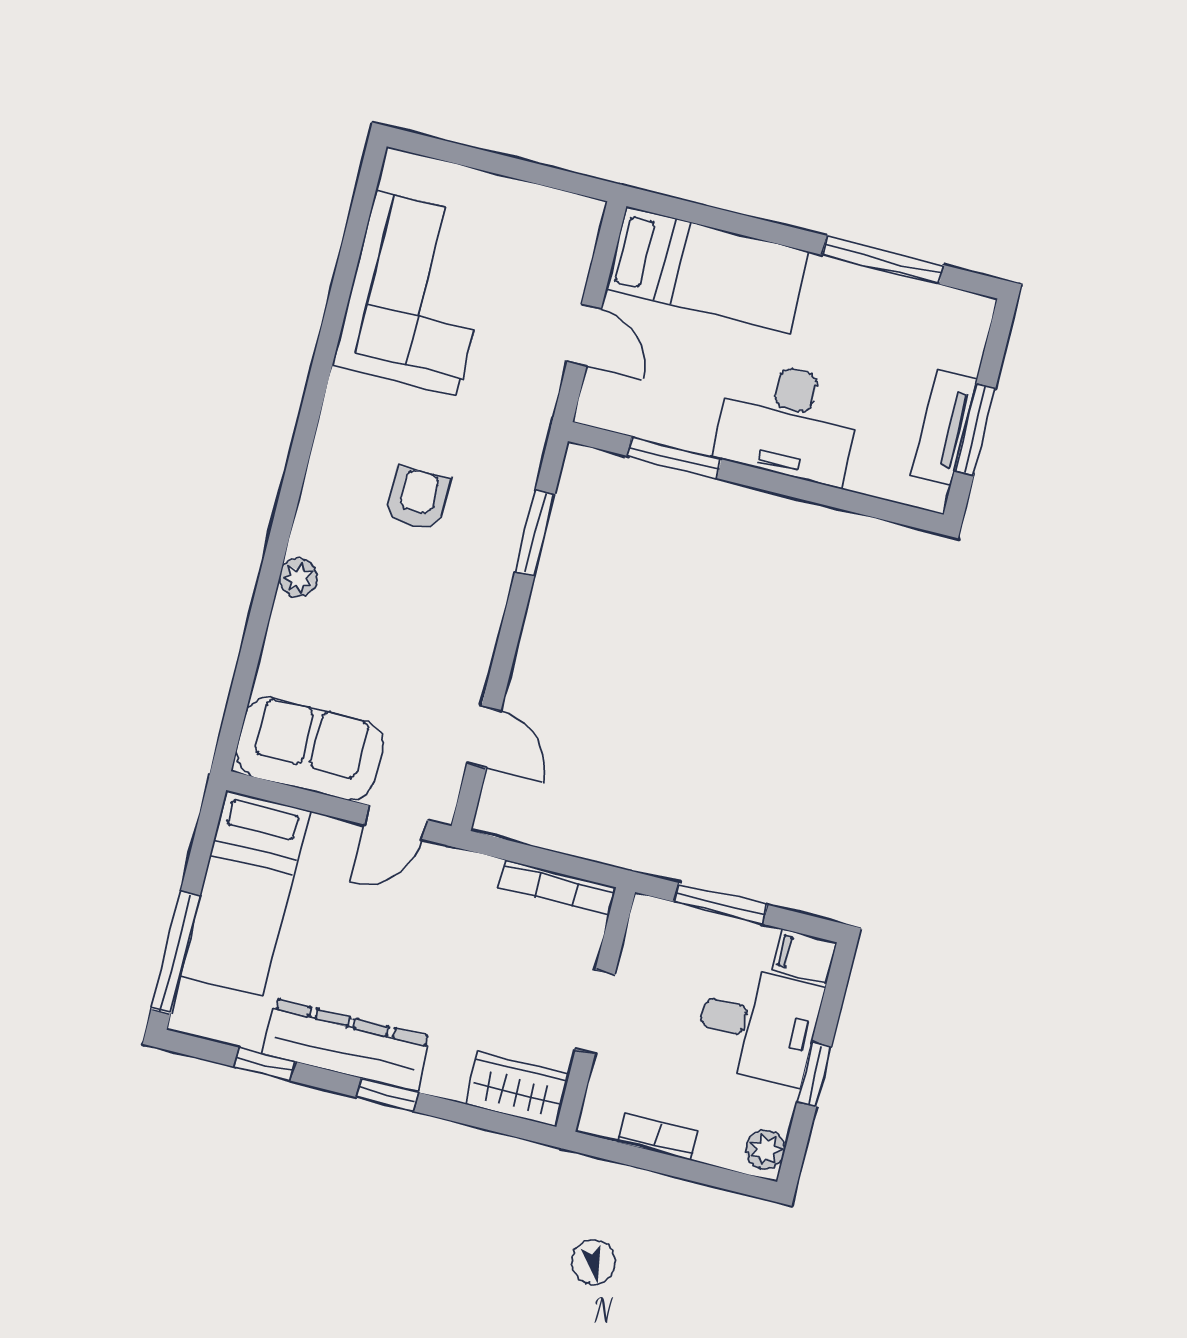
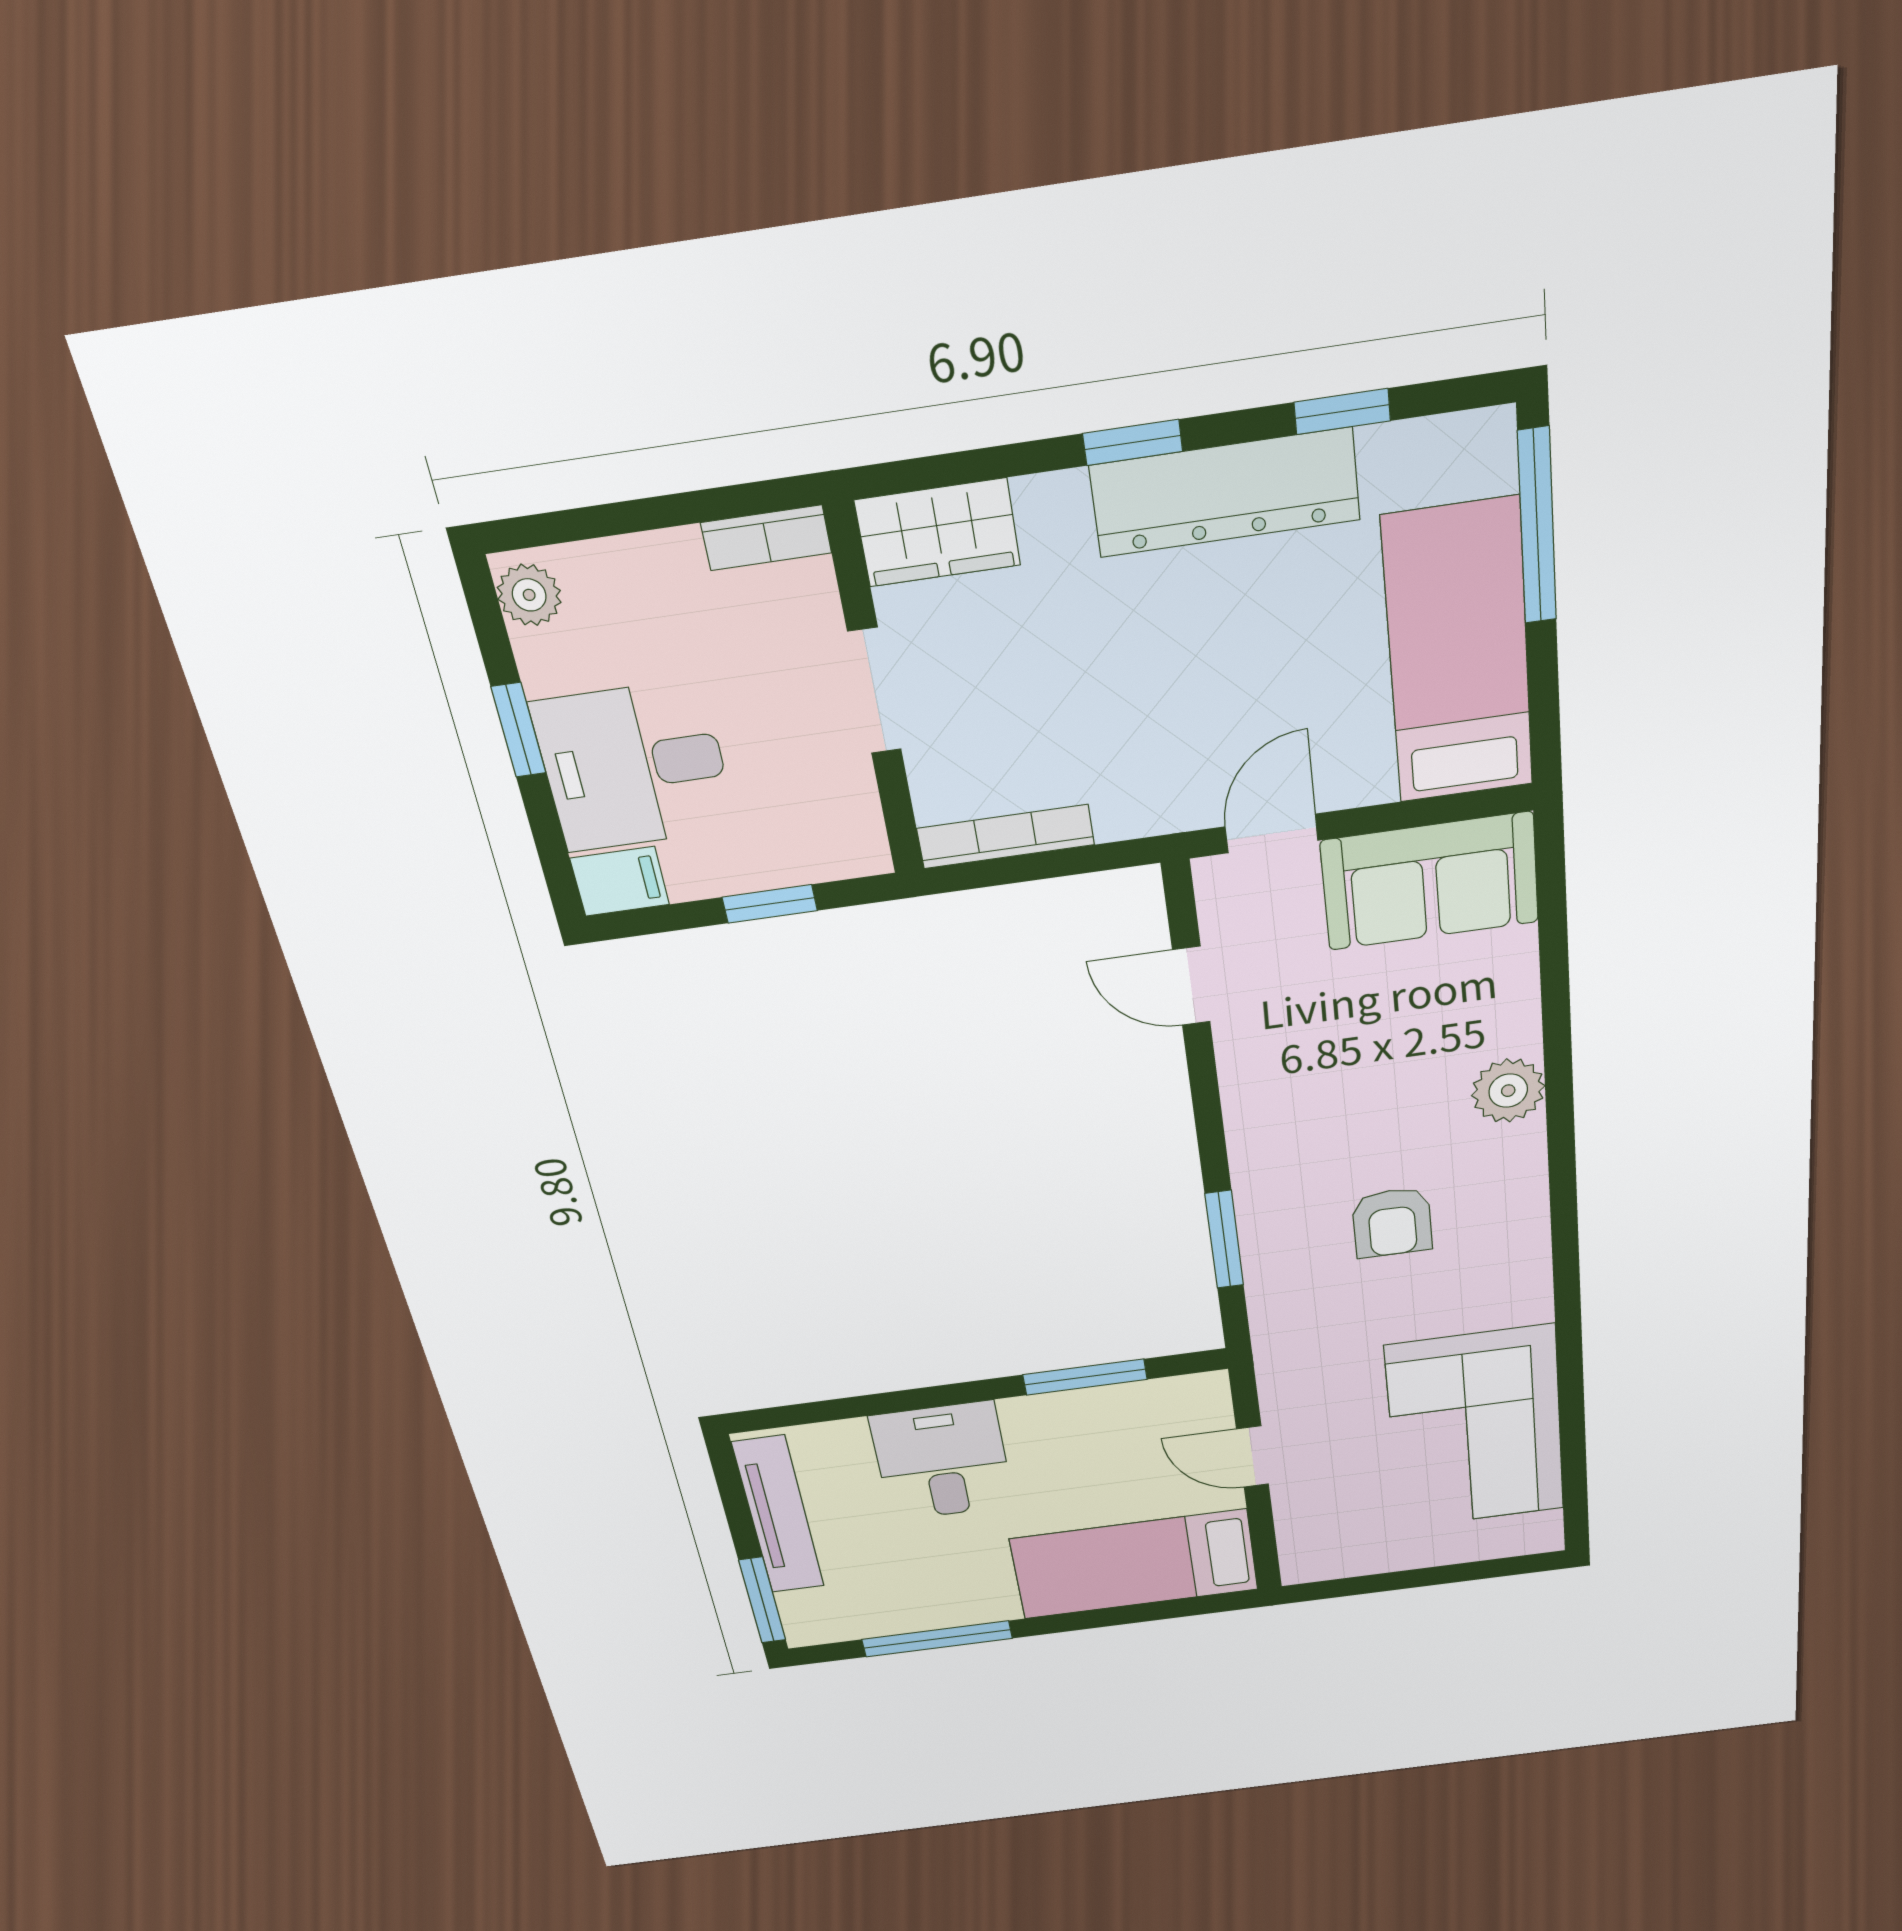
desk: (788, 422) -> (942, 1461), width x0.73
tv unit: (944, 428) -> (778, 1515), width x1.41
window: (975, 429) -> (762, 1600), moved
plant: (299, 578) -> (1508, 1091), width x1.38, depth x1.38
window: (721, 903) -> (770, 904), width x0.67
bookcase: (658, 1137) -> (766, 538), moved

